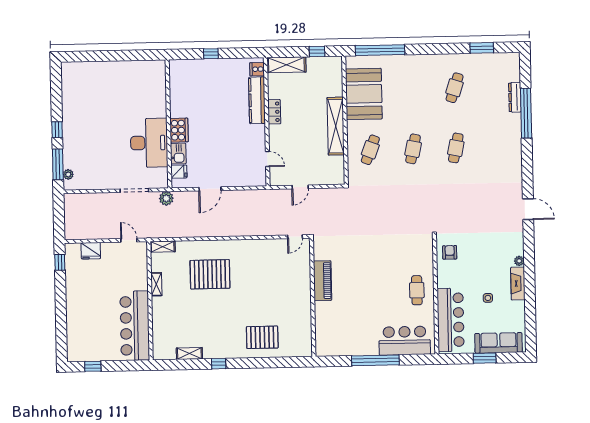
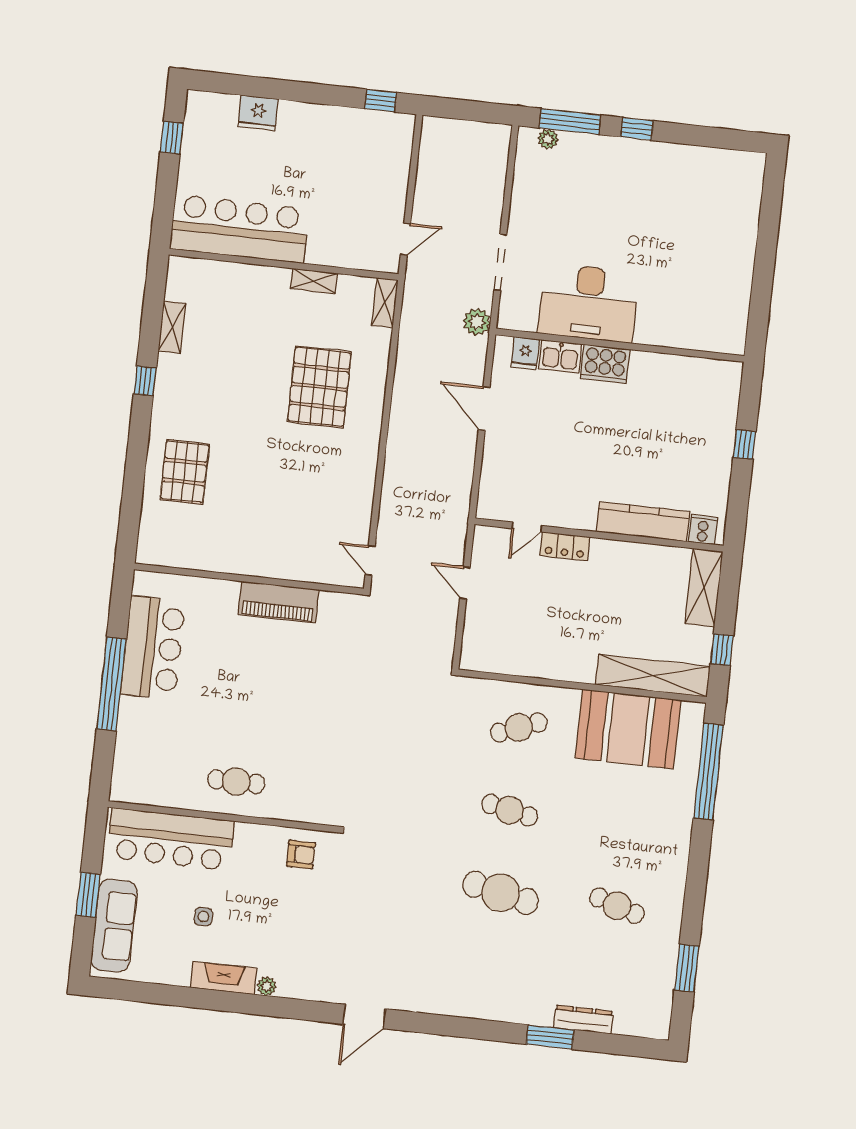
locker: (274, 112) -> (565, 546), moved
window: (526, 113) -> (550, 1037), width x0.47
shelving: (336, 126) -> (653, 676), moved
cafe table: (456, 148) -> (501, 893), width x1.37, depth x1.35
cafe table: (370, 150) -> (519, 728), turned -42
fridge: (91, 251) -> (258, 113), moved, turned -90
bar counter: (405, 341) -> (153, 648), moved

